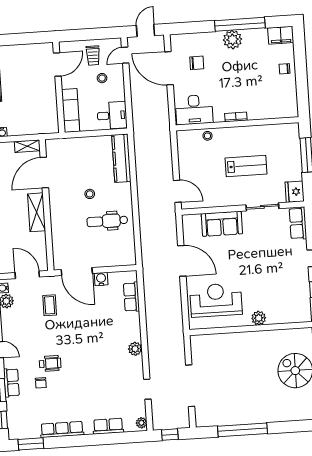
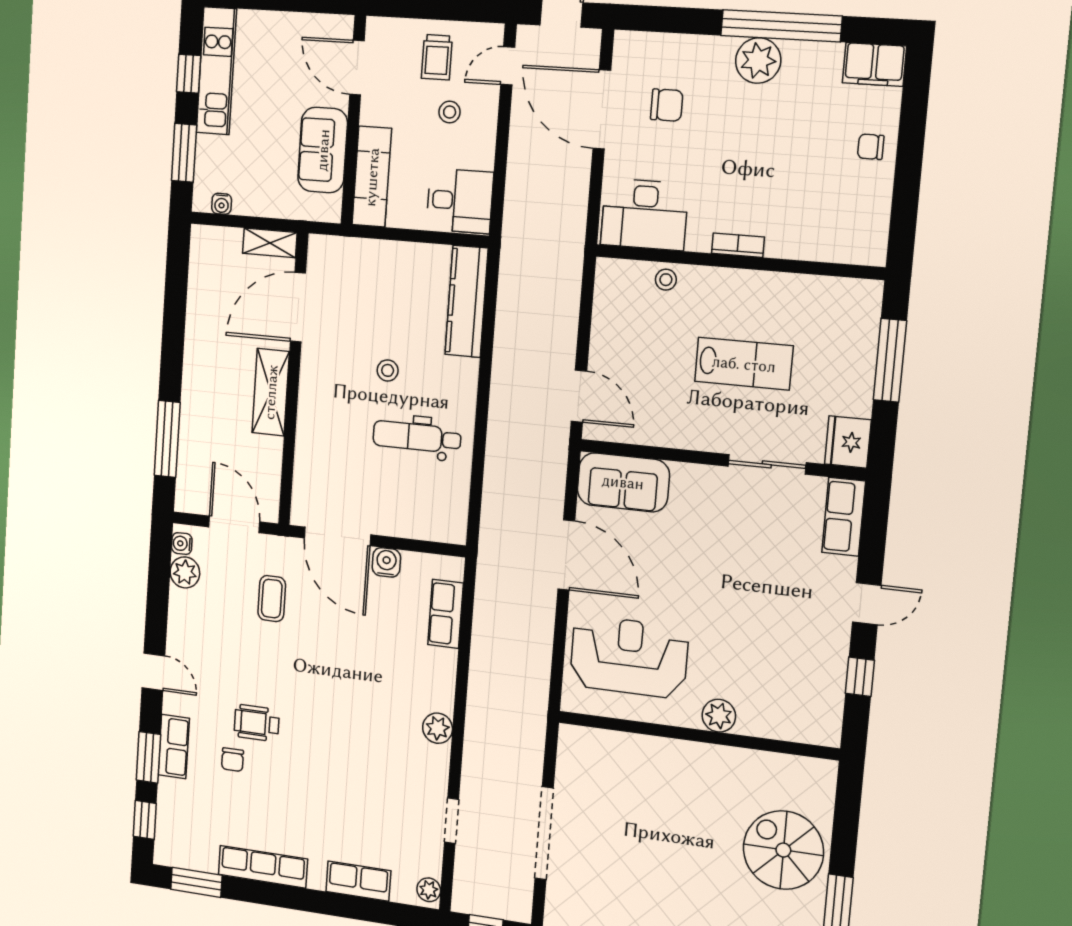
door: (57, 64) -> (357, 68), swing flipped
sofa: (46, 102) -> (323, 150), added
sofa: (222, 224) -> (623, 482), moved
wheelchair: (50, 364) -> (257, 723), turned 180

